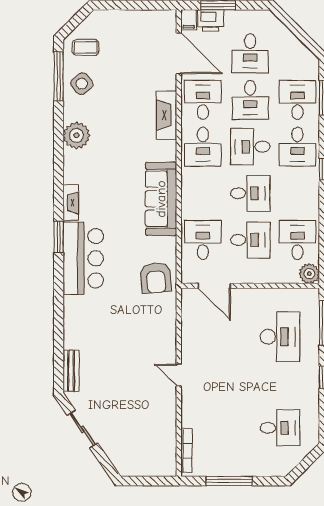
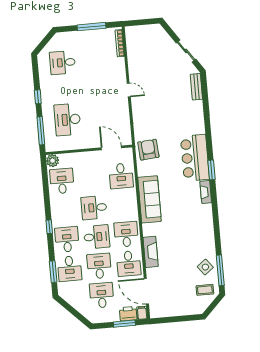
plant: (76, 135) -> (206, 234), removed
desk: (250, 240) -> (91, 178), removed
desk: (297, 240) -> (62, 181), turned 180

